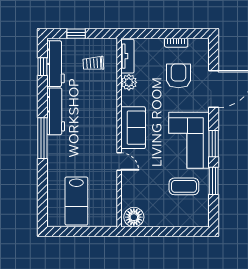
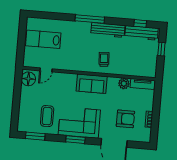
trolley: (93, 63) -> (104, 59), moved
door: (119, 162) -> (46, 70), moved
window: (214, 181) -> (35, 136), moved

